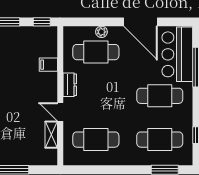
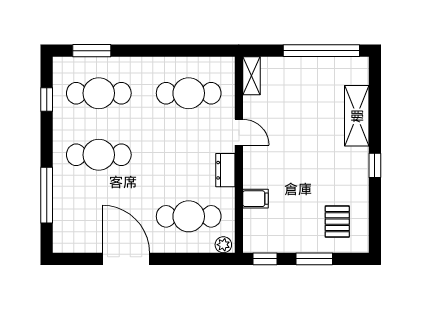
plant: (101, 32) -> (223, 245), moved
bar counter: (177, 54) -> (74, 213), removed
shelving: (51, 135) -> (251, 76), moved

